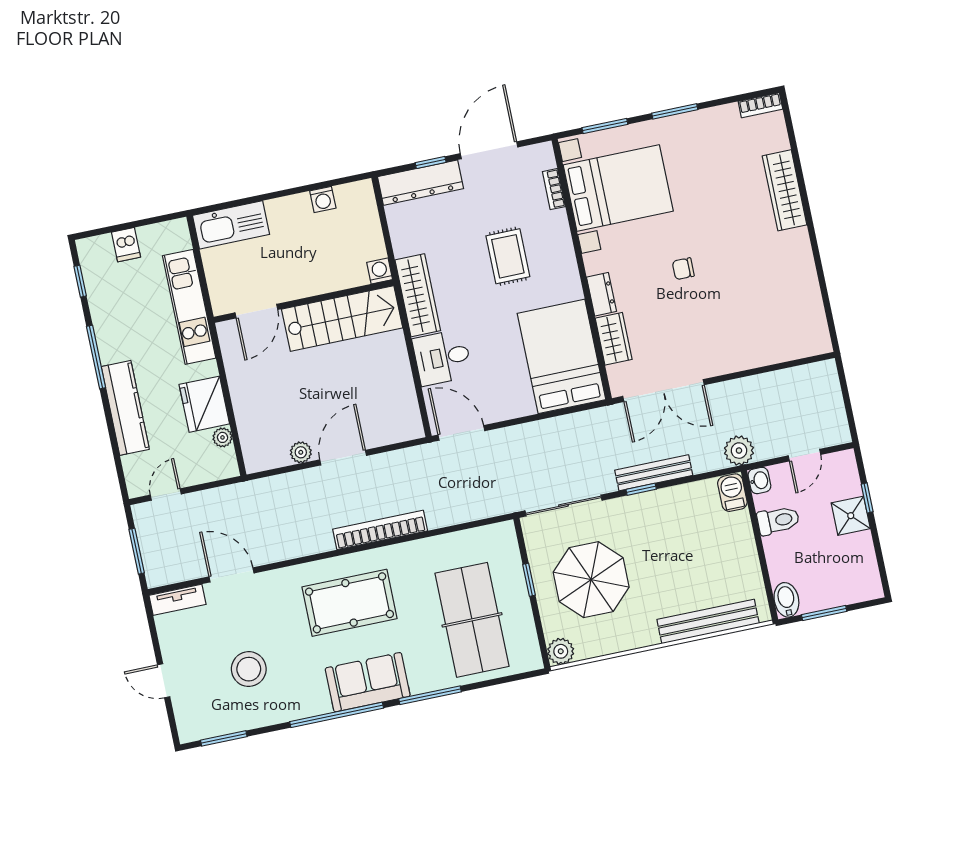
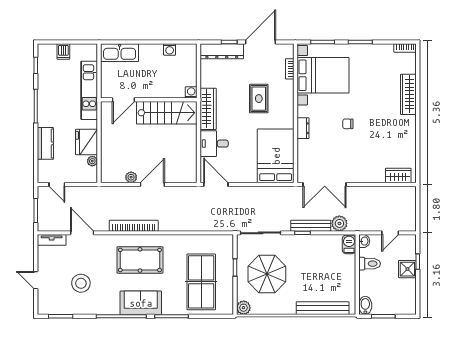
wardrobe: (614, 339) -> (398, 176), moved, turned -90
kitchen counter: (125, 408) -> (45, 143), width x0.67
plant: (739, 451) -> (339, 223), moved
door: (166, 495) -> (57, 184), swing flipped
bookcase: (380, 530) -> (134, 226), moved

